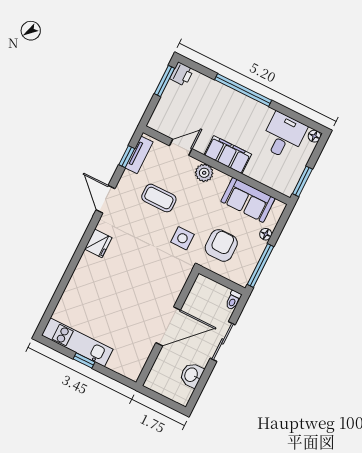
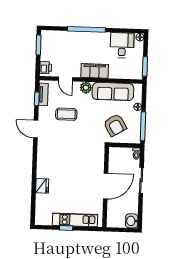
printer: (182, 74) -> (46, 68), moved
door: (181, 147) -> (65, 79), swing flipped
sofa: (248, 200) -> (113, 91), width x1.36
side table: (182, 238) -> (91, 131), removed
fridge: (98, 243) -> (42, 186), moved
armchair: (221, 245) -> (115, 125), turned 149
kitchen unit: (77, 342) -> (75, 220), moved
washbasin: (192, 375) -> (132, 221), moved

